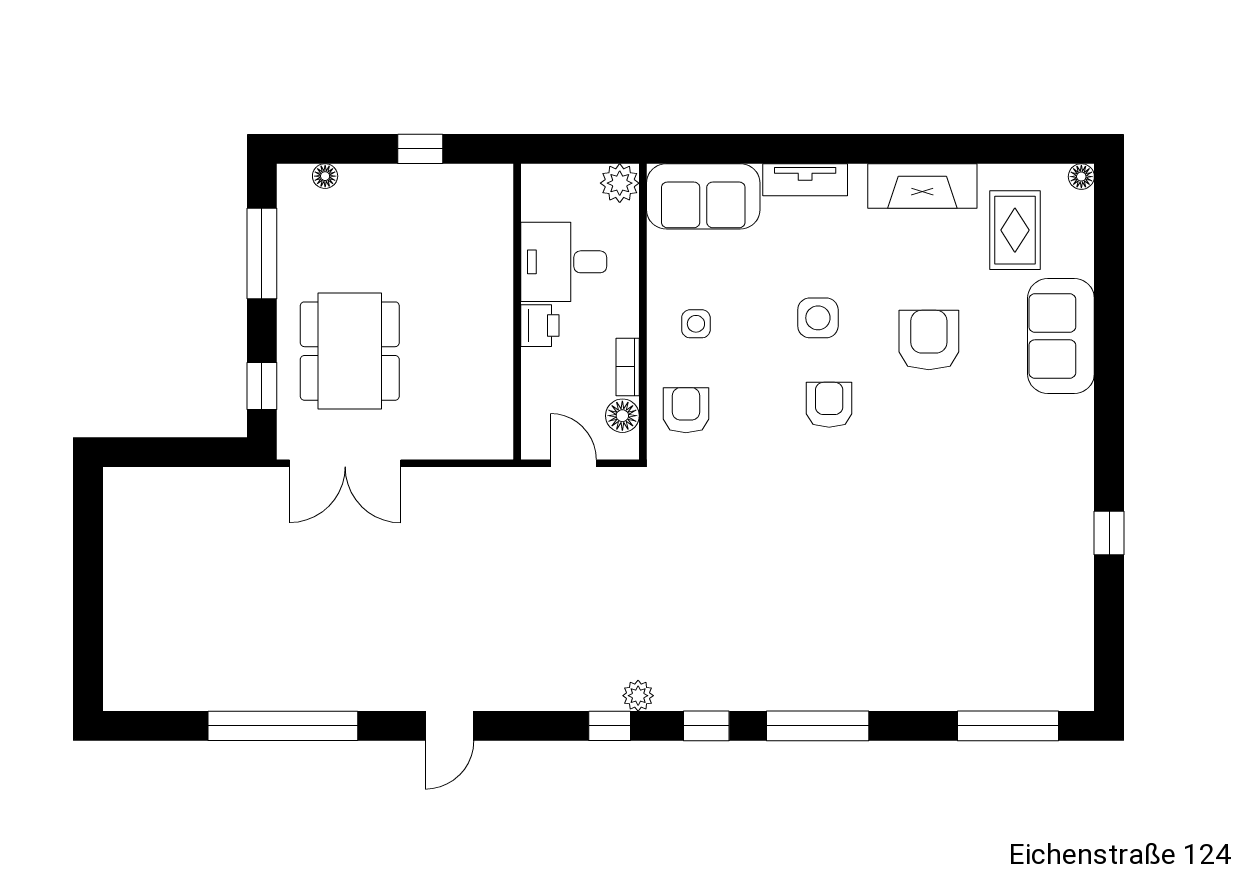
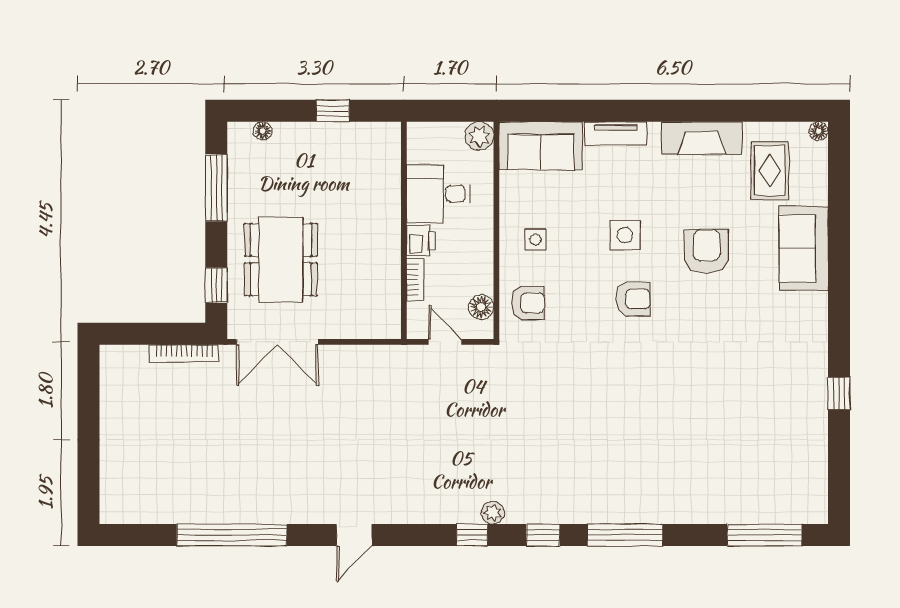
bookcase: (628, 367) -> (415, 280), moved, turned 180
armchair: (829, 405) -> (633, 299), turned 90
armchair: (686, 410) -> (528, 303), turned 90
bookcase: (218, 479) -> (184, 353), added

